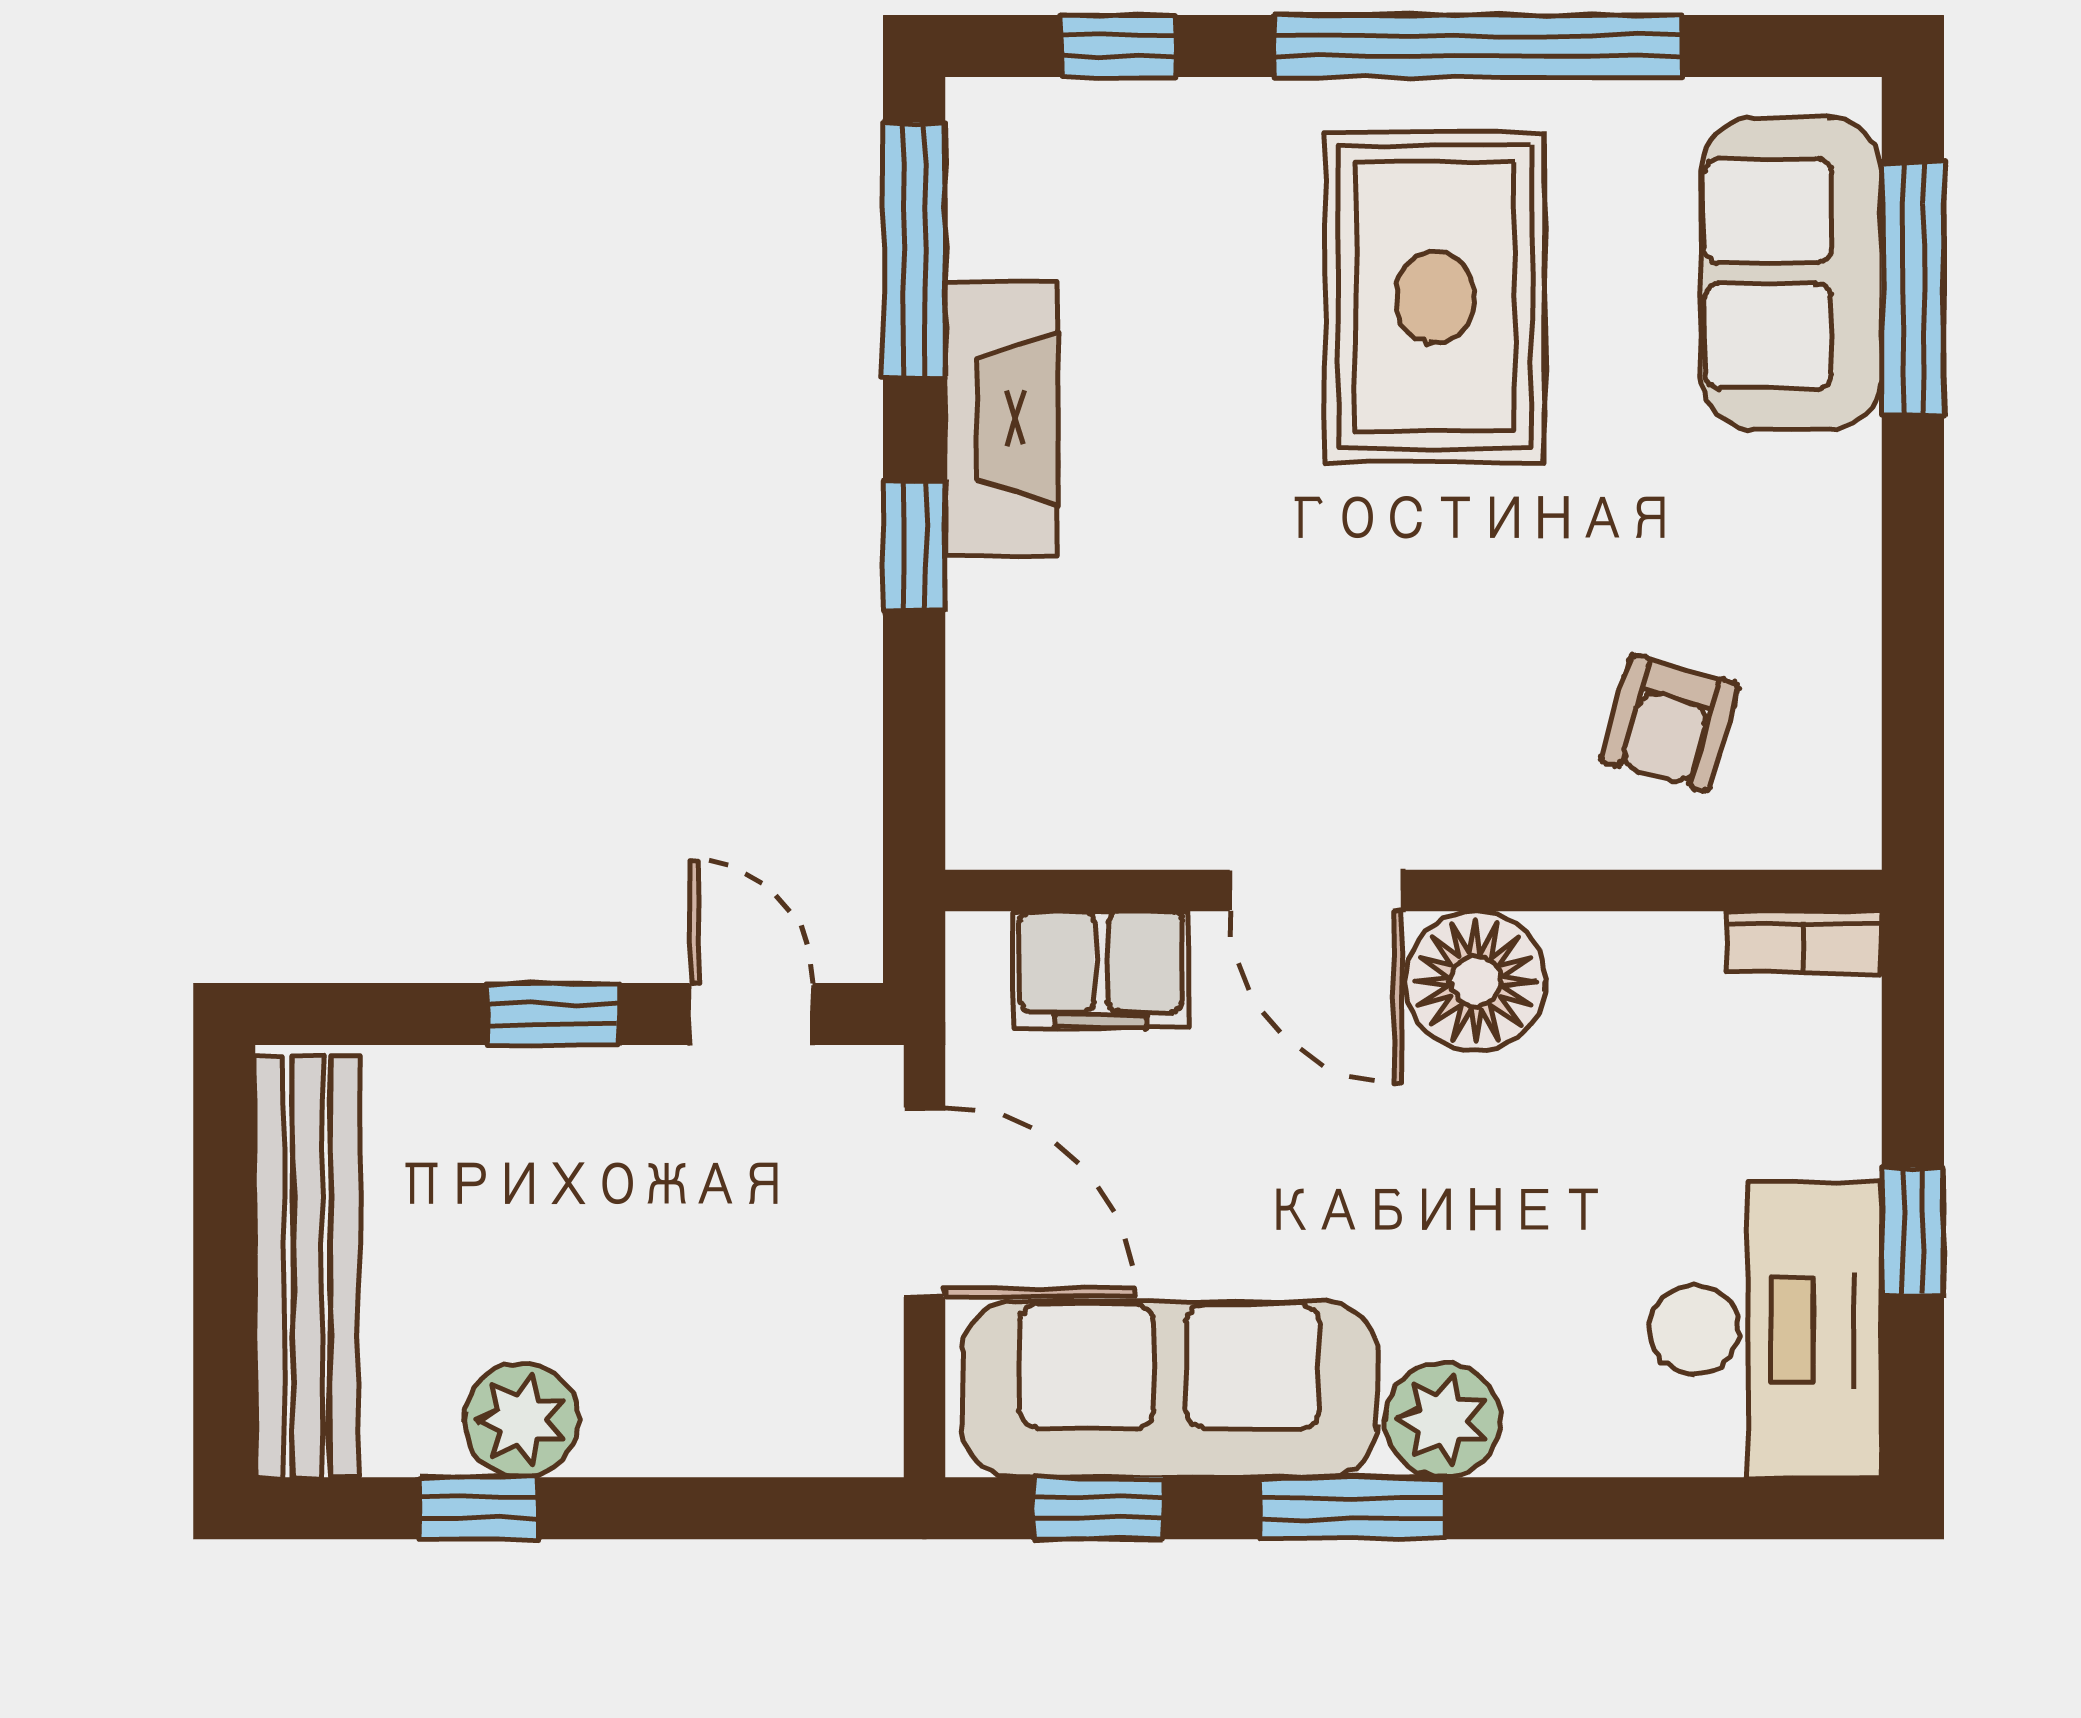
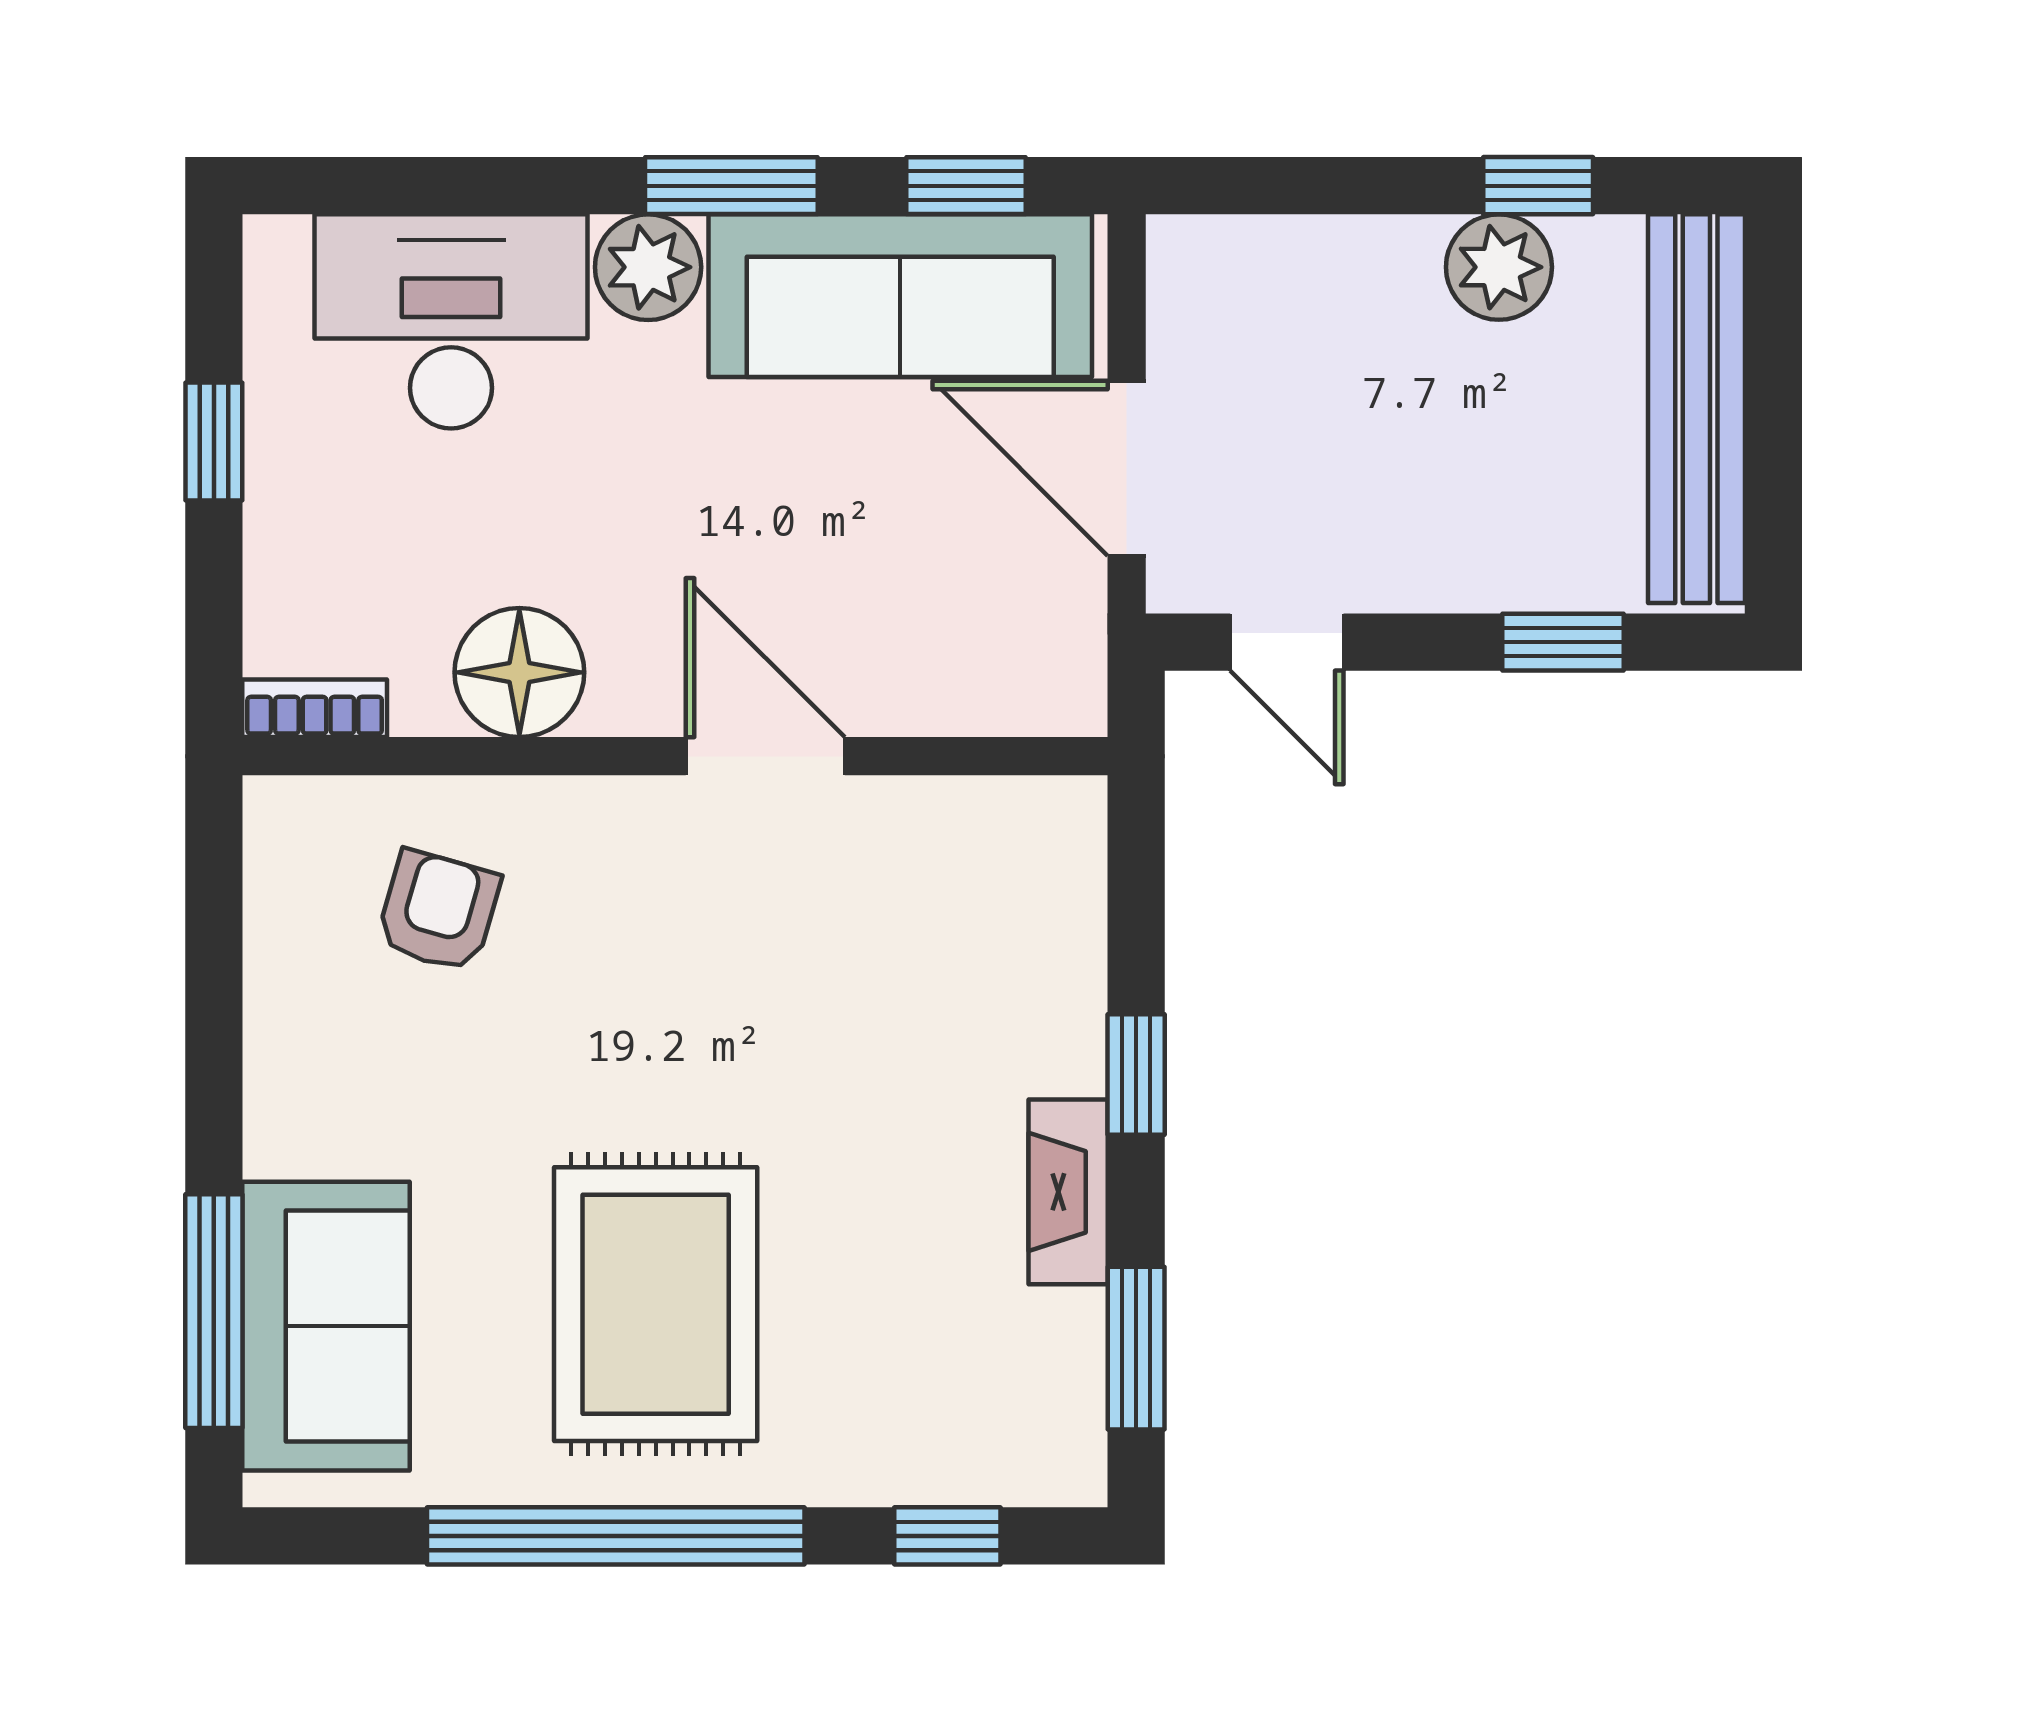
window: (914, 249) -> (1136, 1348), width x0.69
fireplace: (1001, 419) -> (1068, 1192), width x0.73, depth x0.76
filing cabinet: (1101, 970) -> (964, 683), removed
floor lamp: (1476, 981) -> (519, 672), moved
window: (553, 1014) -> (1563, 642), moved
desk: (1766, 1330) -> (451, 321), moved, turned 90

